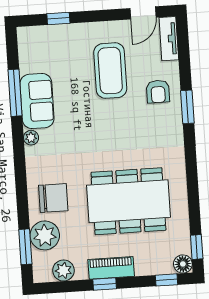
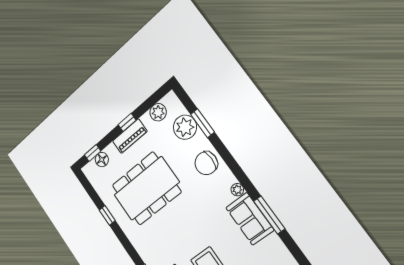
chair: (53, 198) -> (206, 163), moved
window: (25, 247) -> (202, 123), moved
window: (197, 247) -> (107, 215), moved
floor lamp: (183, 264) -> (102, 160), moved

